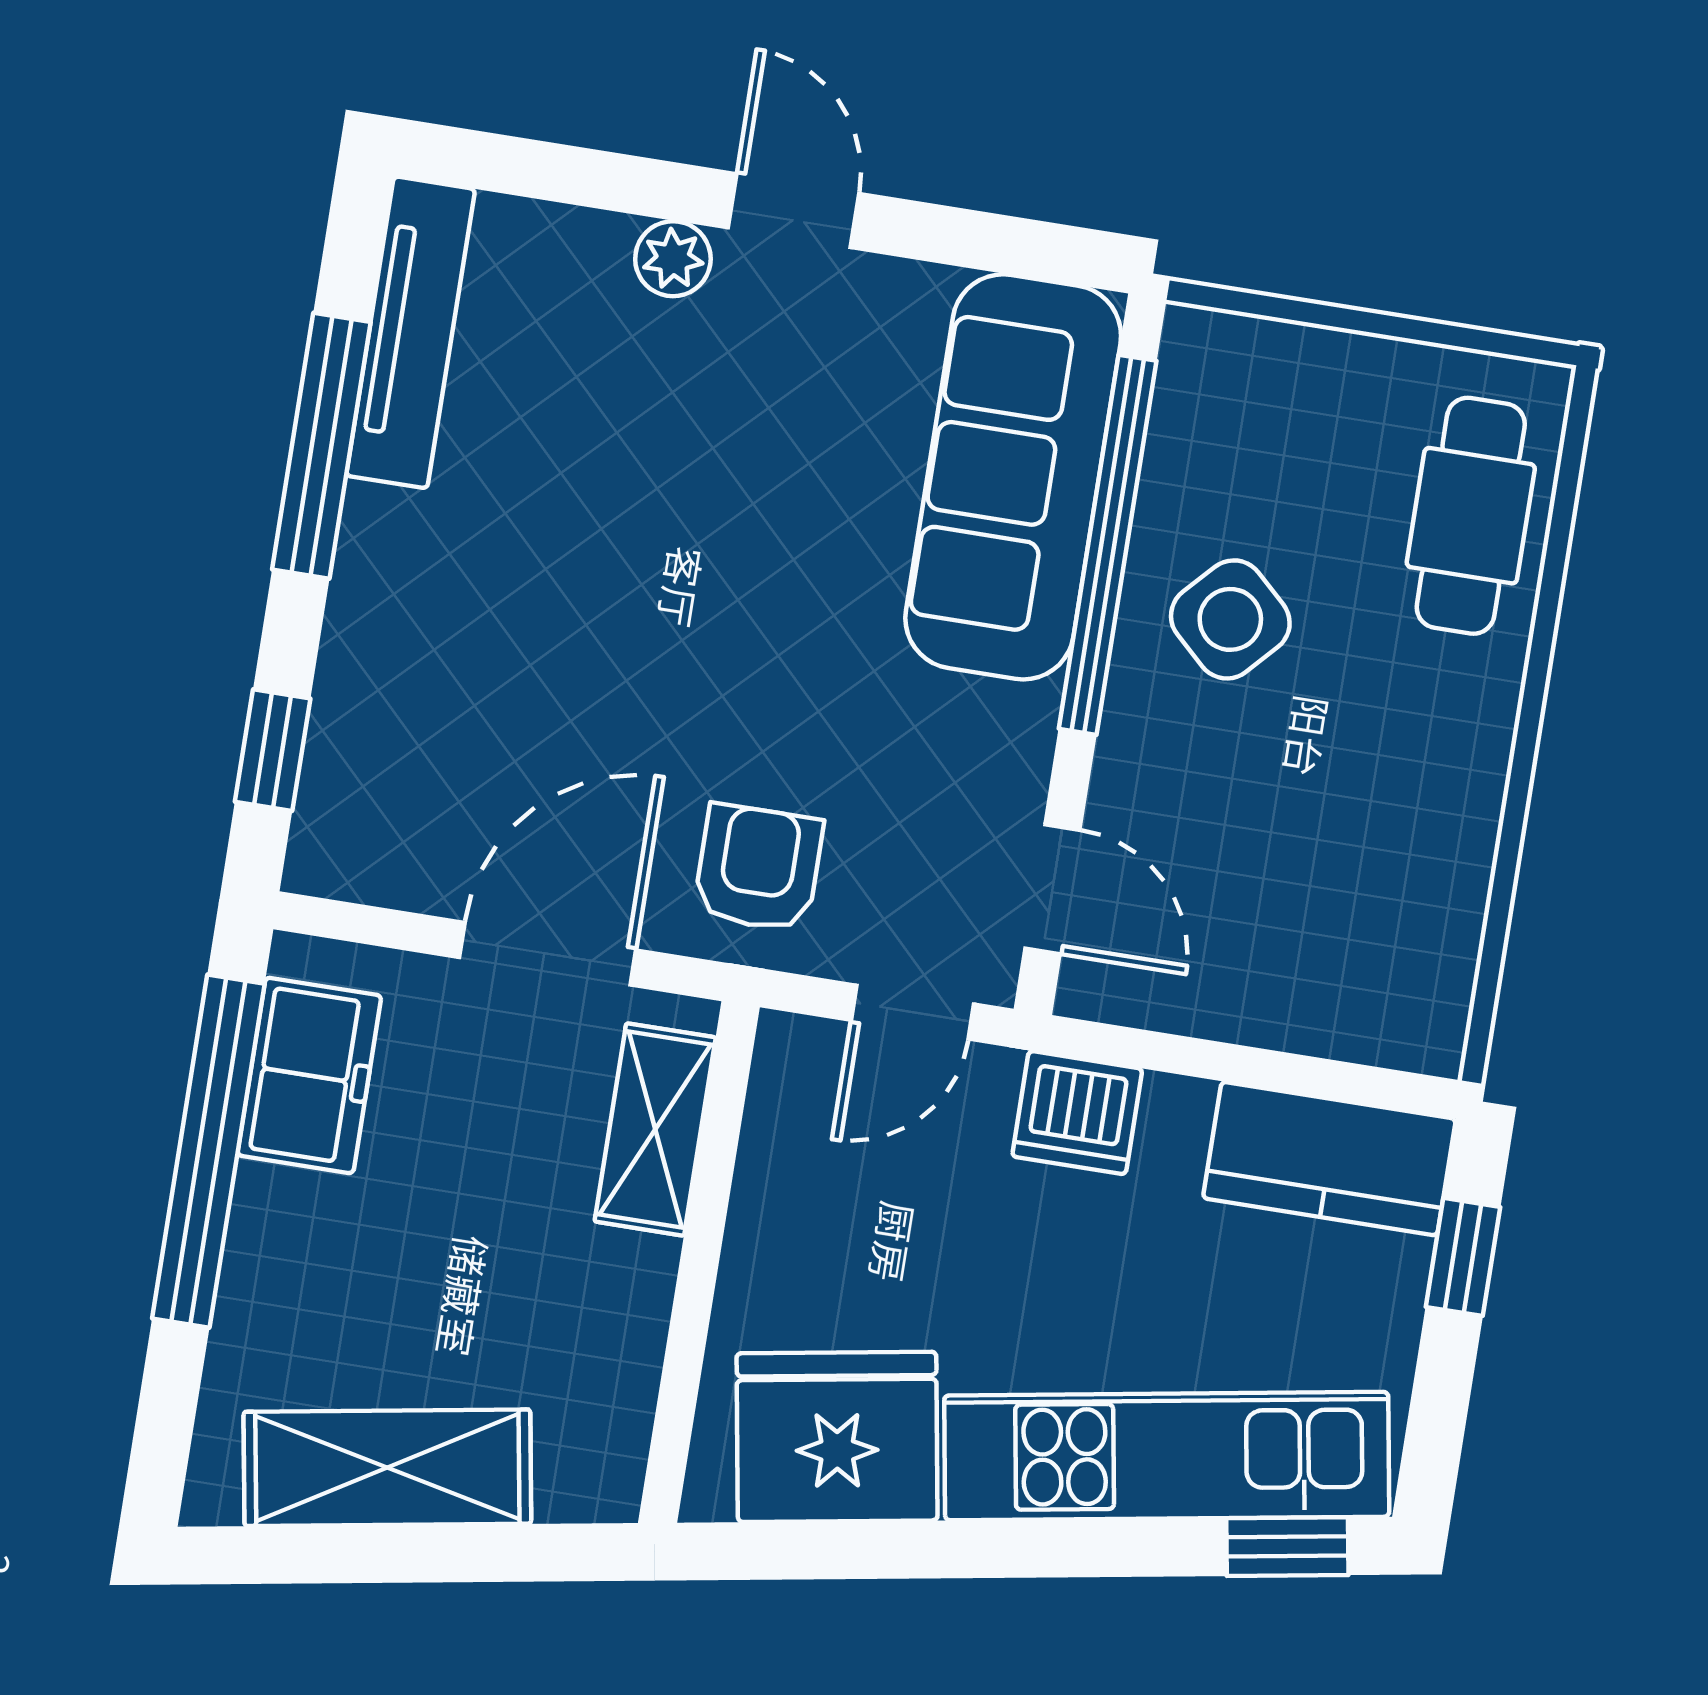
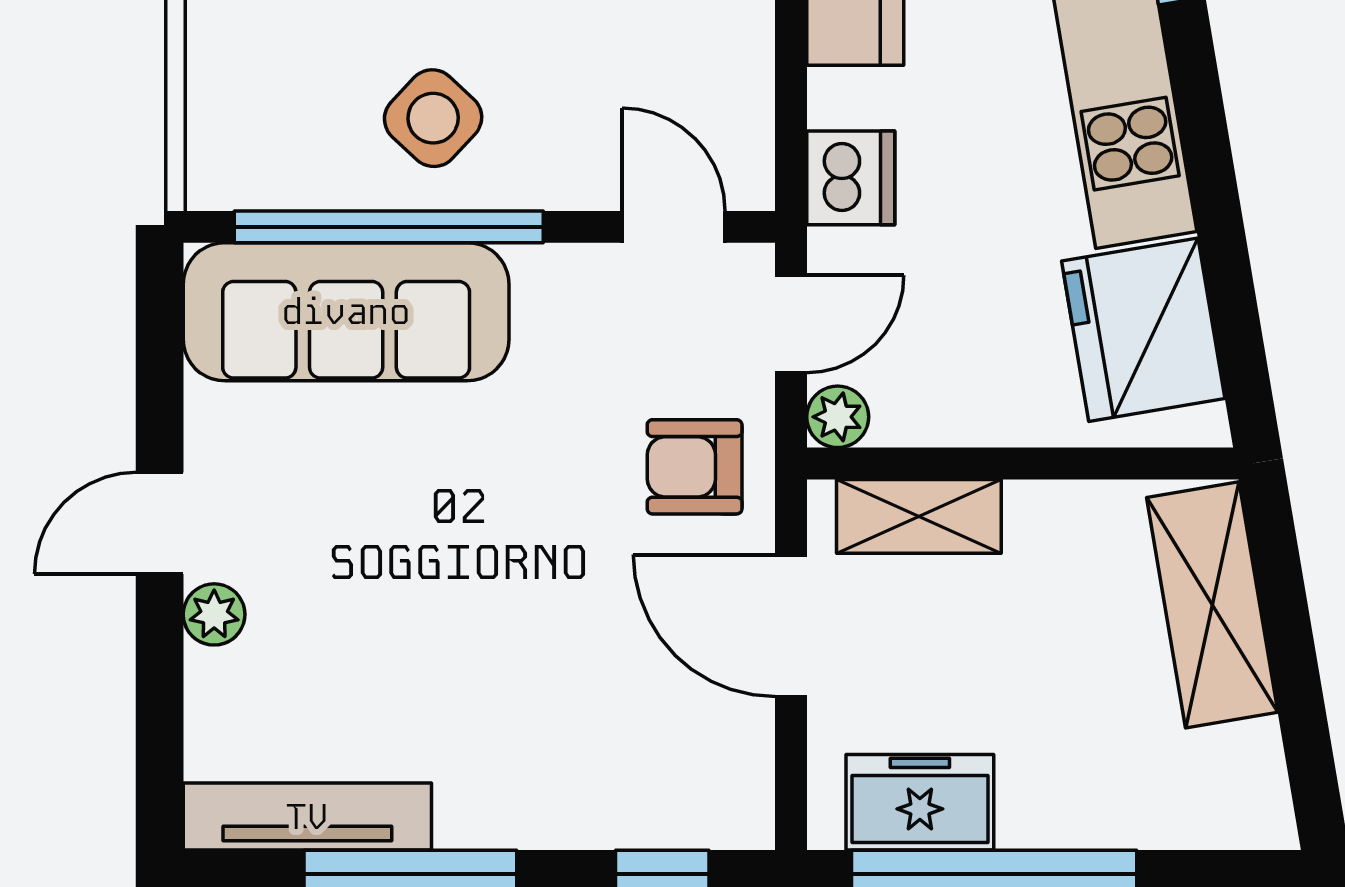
door: (1052, 889) -> (674, 227), hinge flipped
door: (912, 1012) -> (791, 324), hinge flipped
plant: (791, 1051) -> (838, 417), added
shelving: (387, 1468) -> (1212, 605), moved

